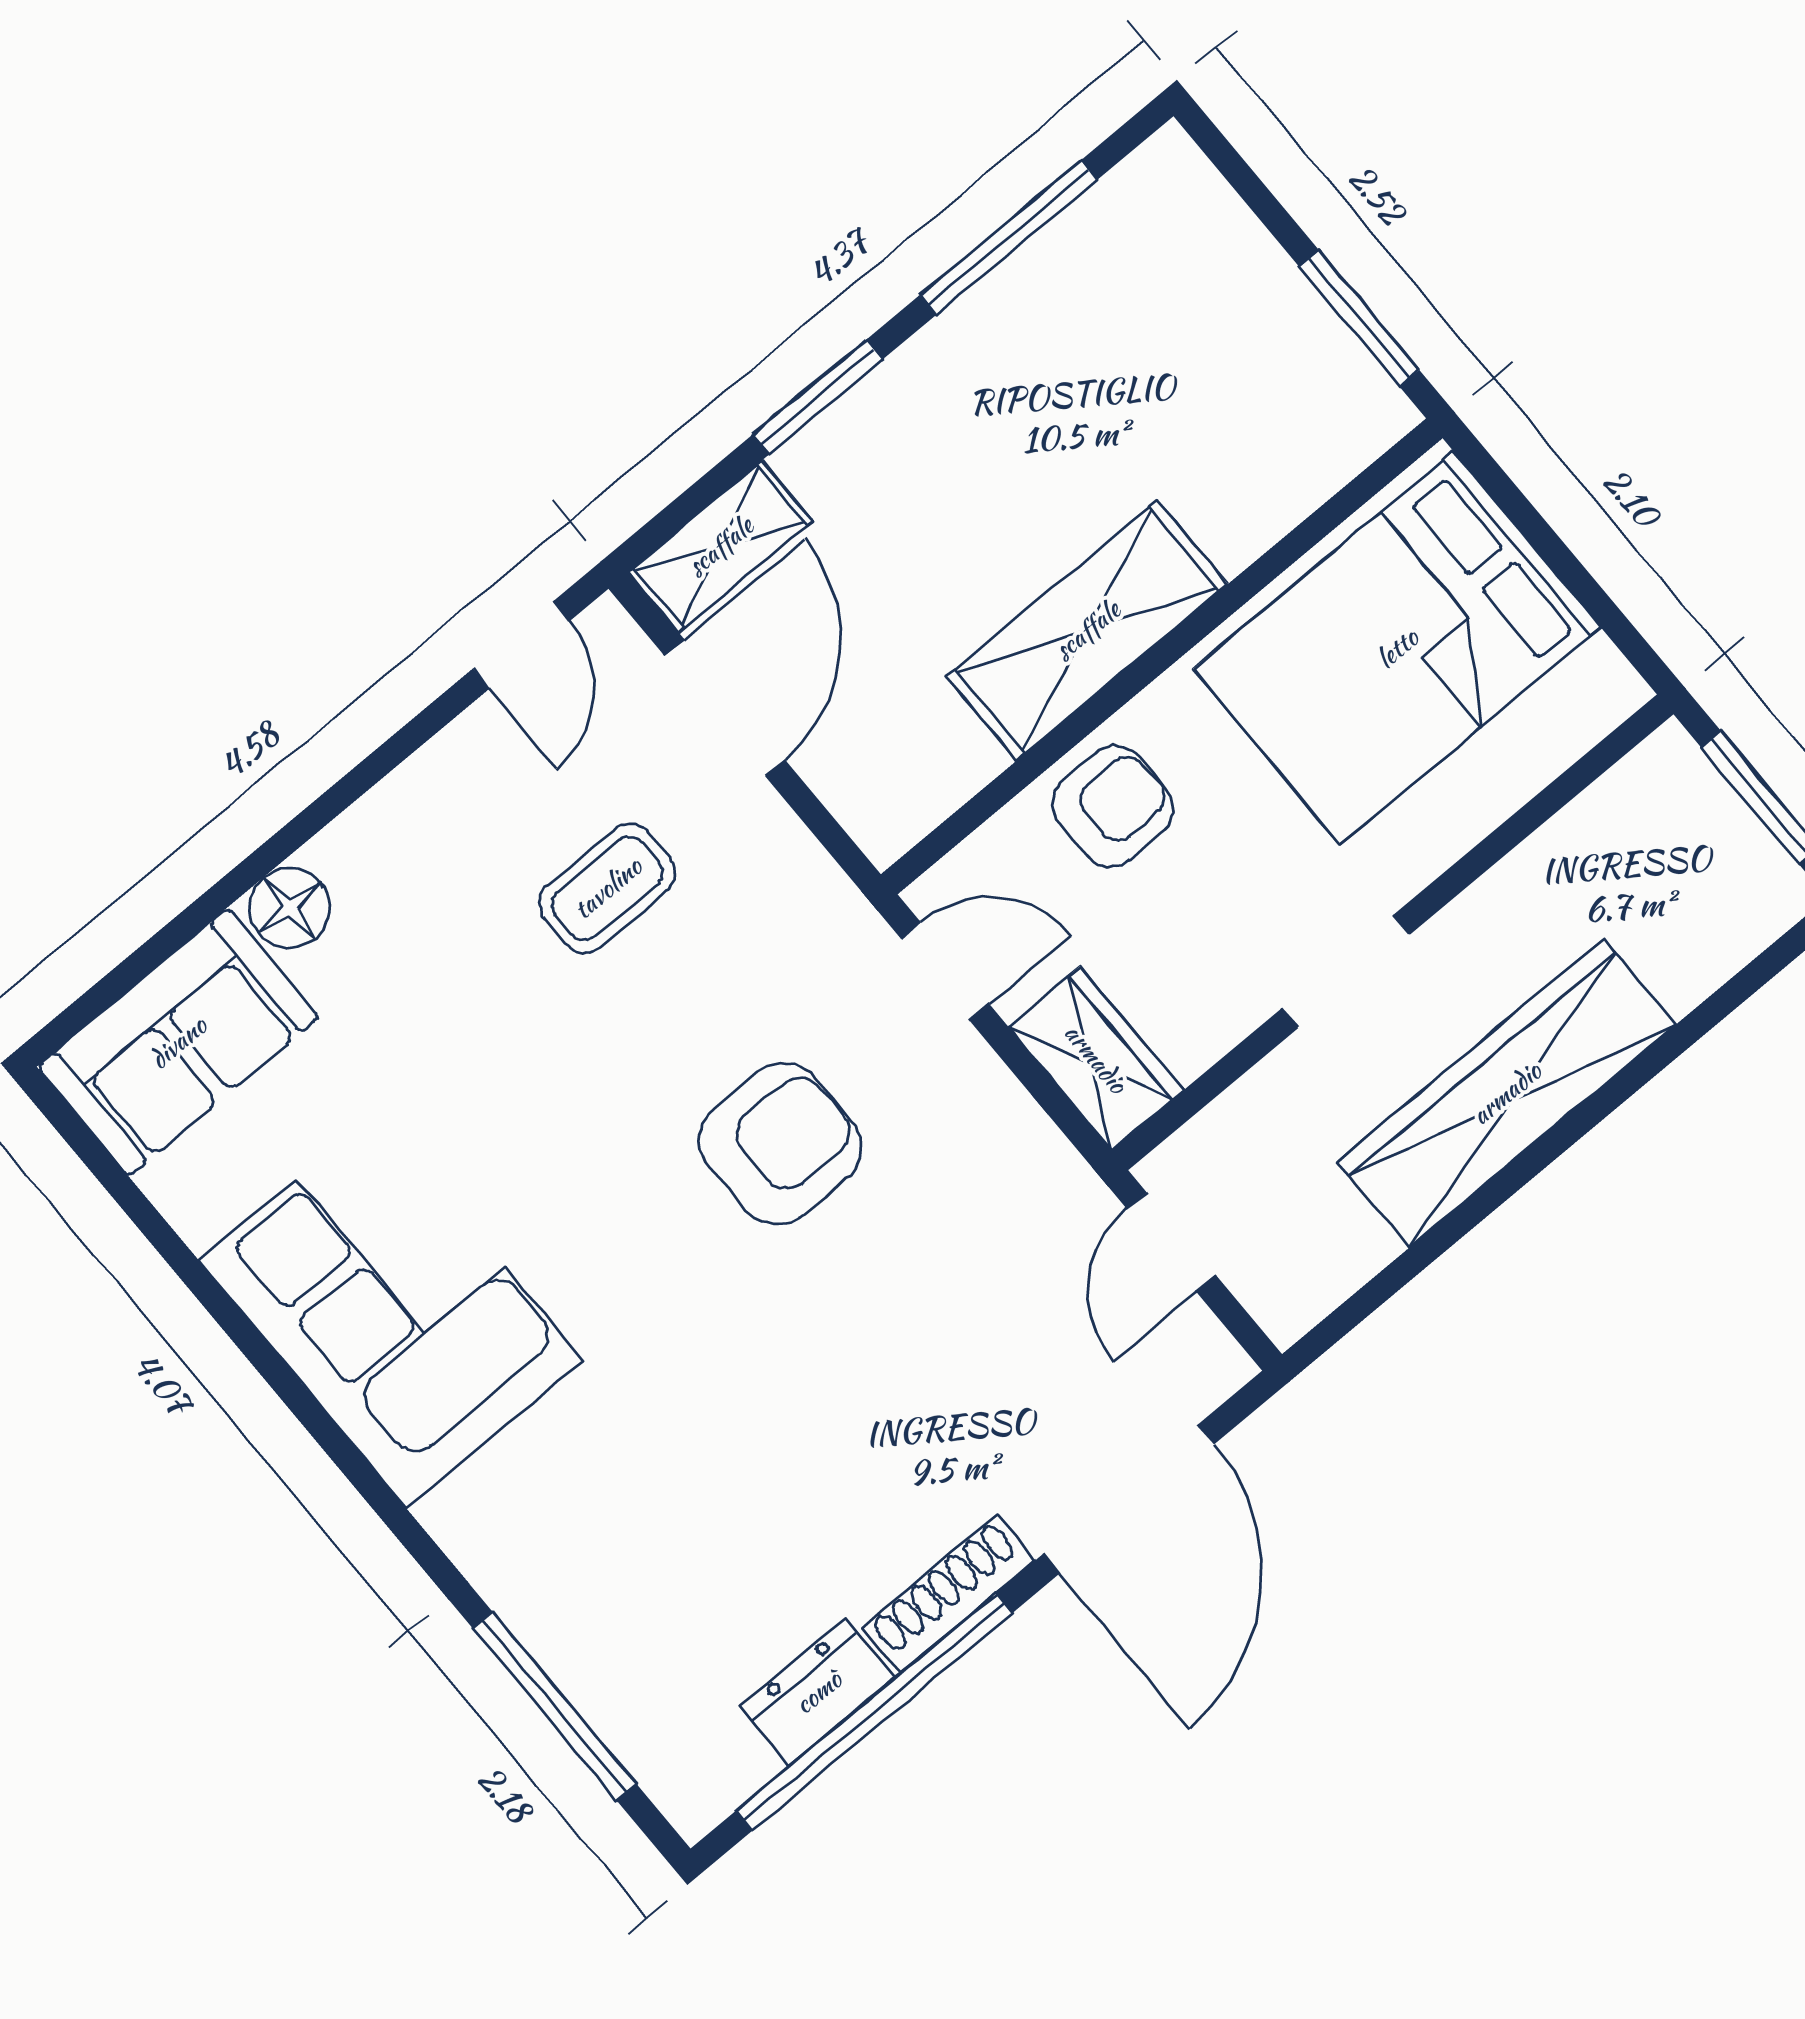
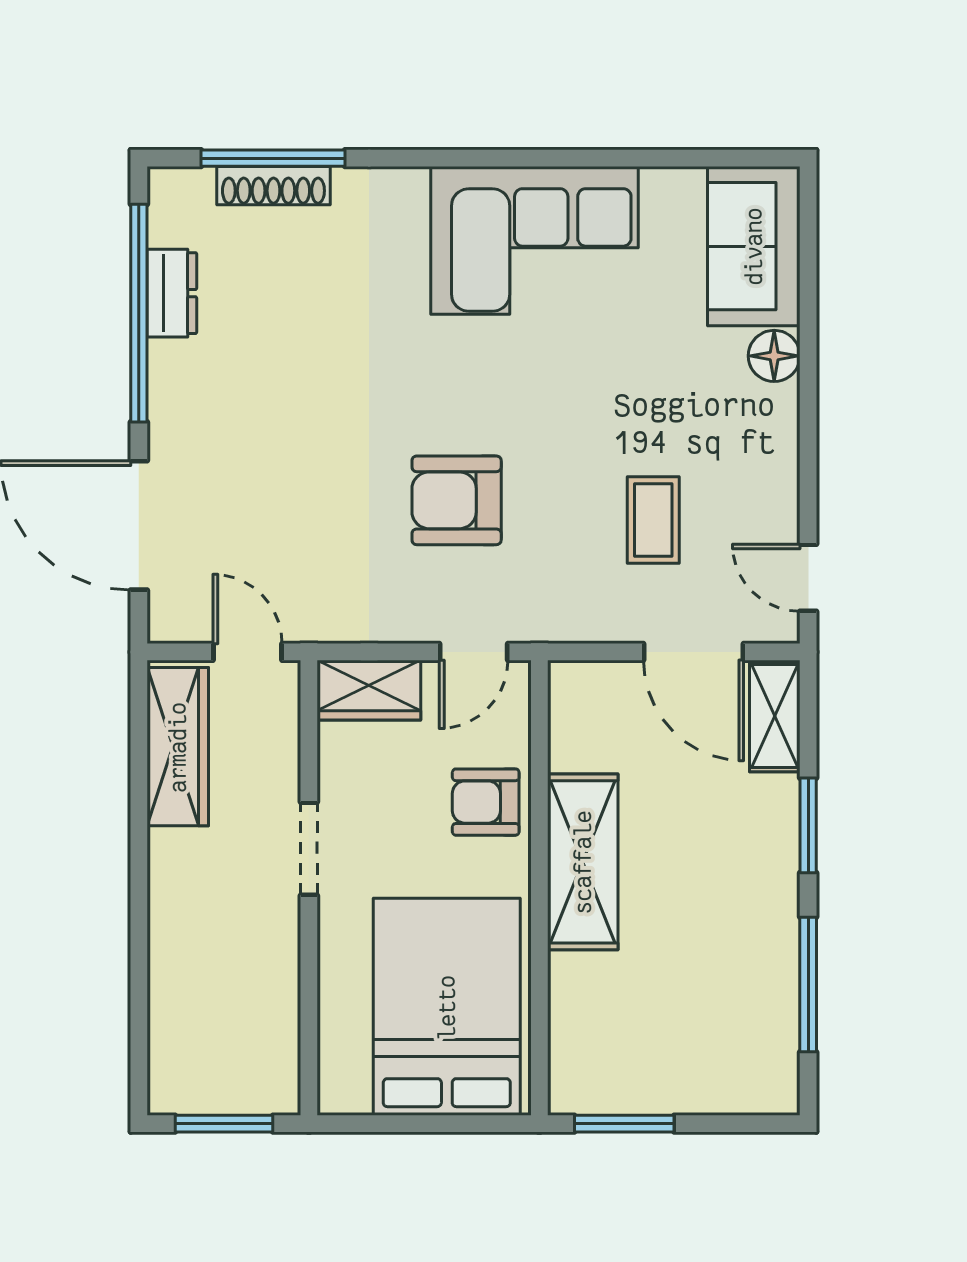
armchair: (1113, 806) -> (486, 802), turned 90
wardrobe: (1506, 1093) -> (178, 747), moved, width x0.71, depth x0.85
armchair: (780, 1144) -> (457, 500), turned 90
shoe rack: (949, 1594) -> (273, 186), moved, turned 90

